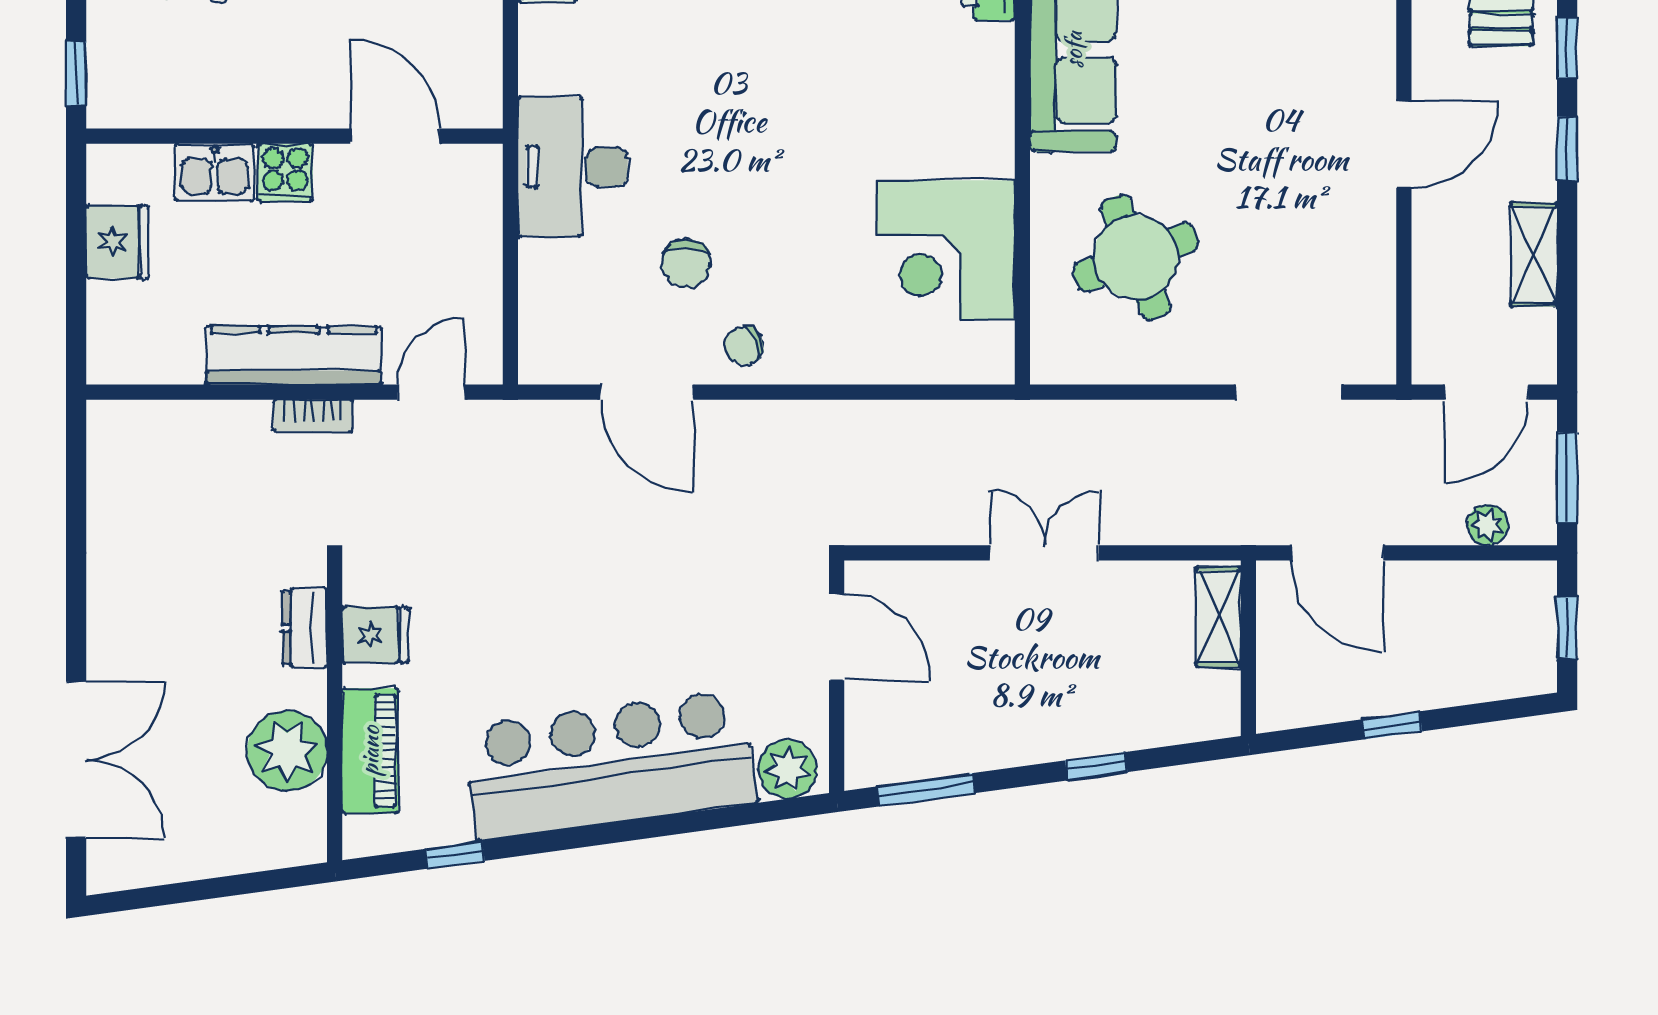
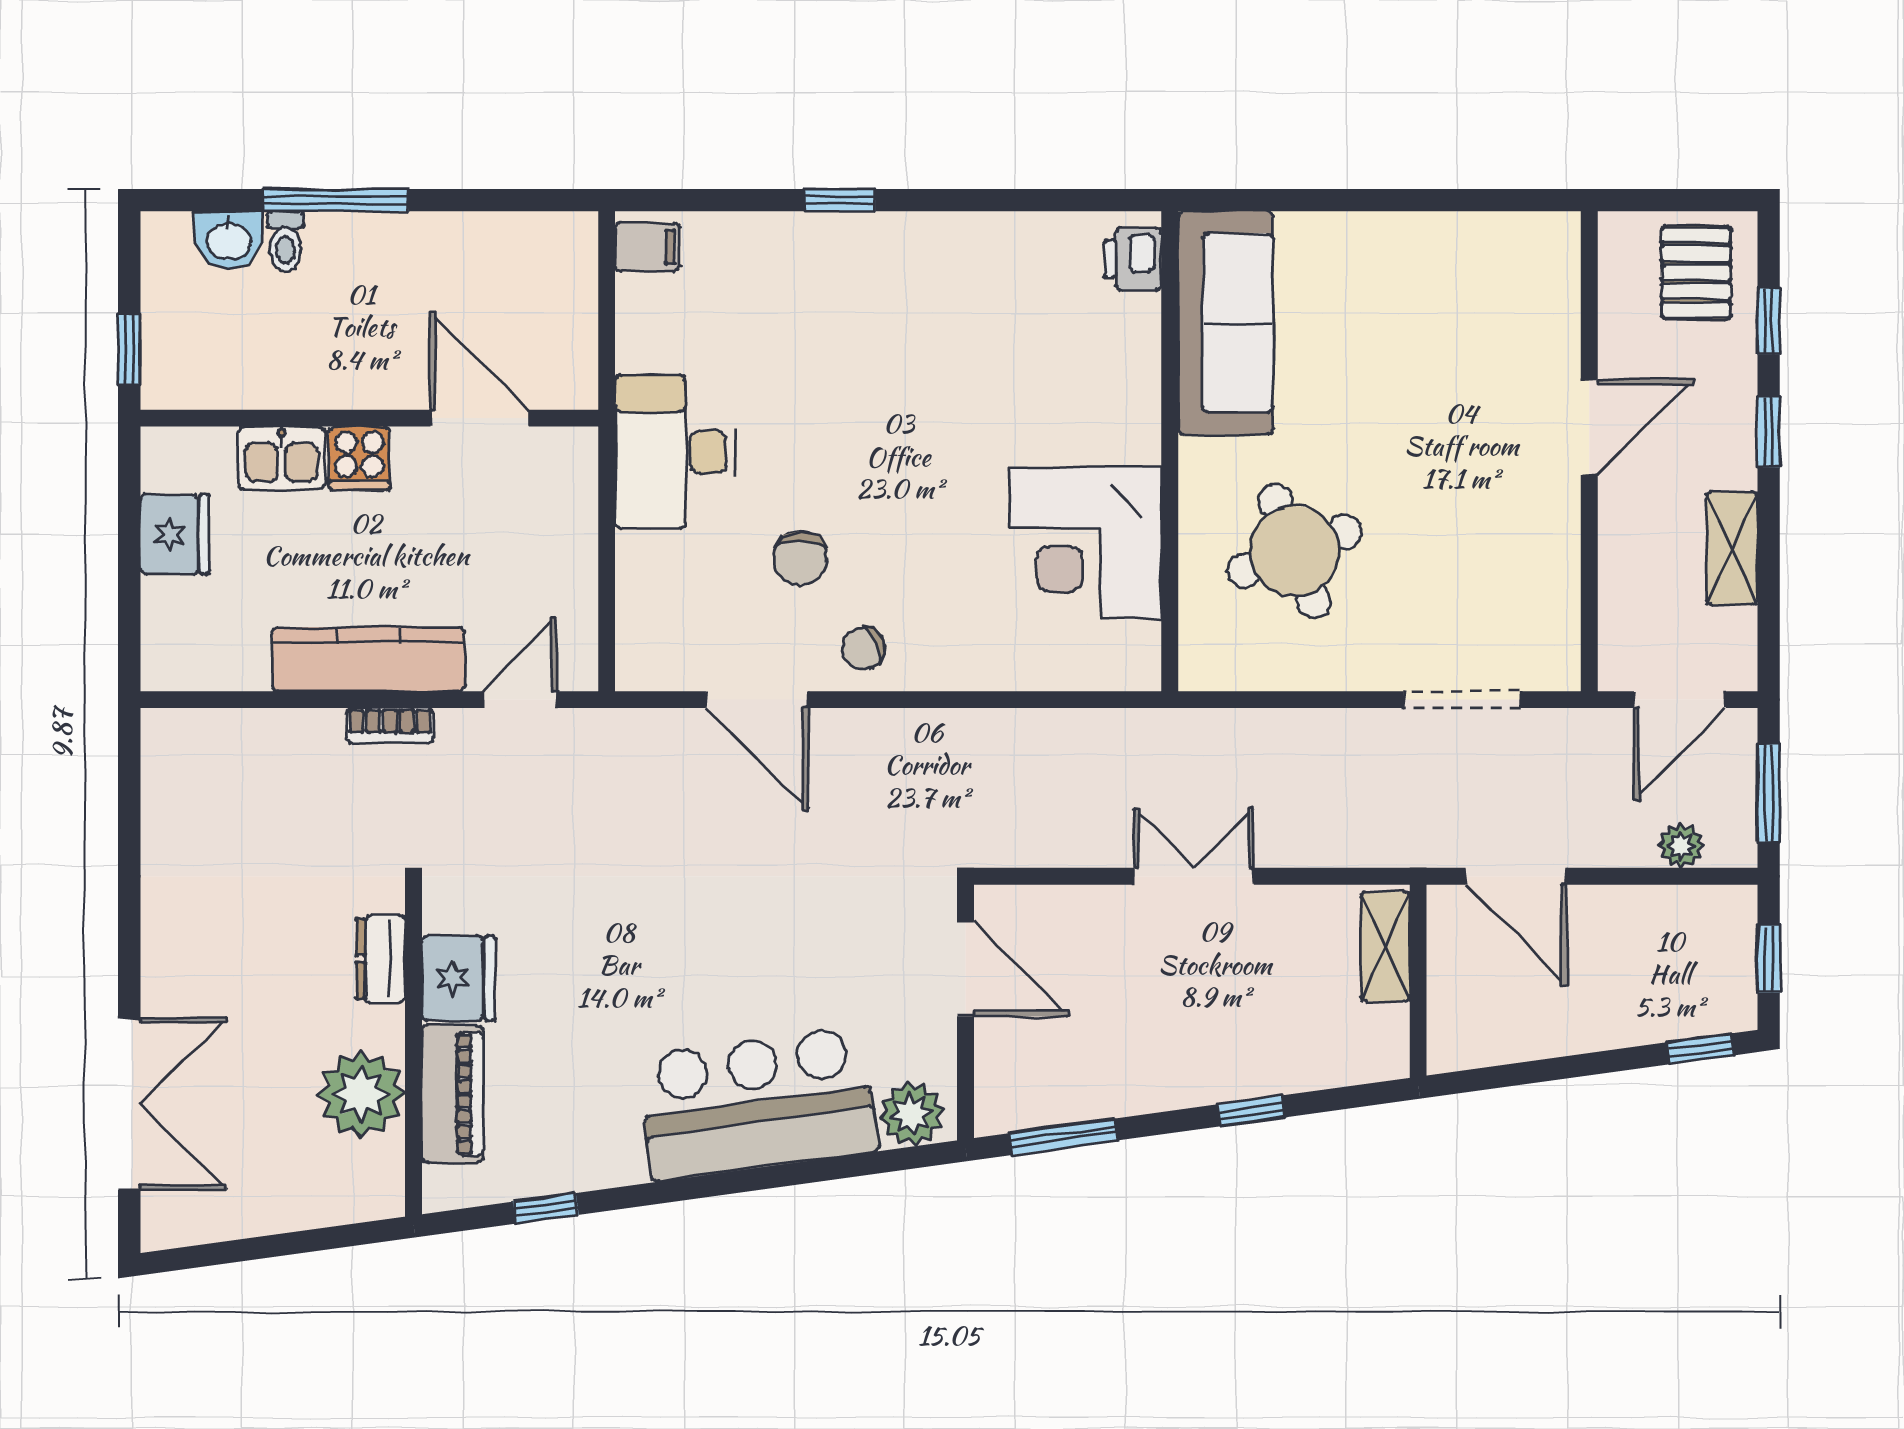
fridge: (375, 635) -> (458, 978), width x1.38
window: (1392, 725) -> (1701, 1049), moved
bar counter: (610, 765) -> (758, 1104), width x0.73

